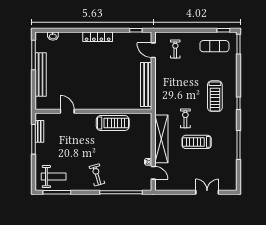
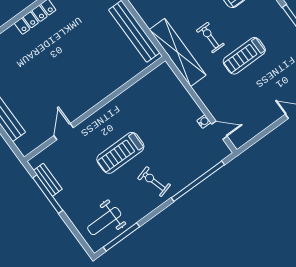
door: (67, 111) -> (64, 132), hinge flipped
treadmill: (113, 123) -> (120, 153), moved, turned 180
shelving: (161, 139) -> (178, 52), moved
weight bench: (54, 177) -> (104, 221), turned 180

